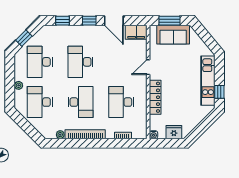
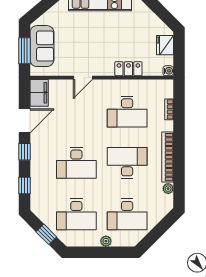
door: (148, 67) -> (83, 78), hinge flipped
locker: (155, 97) -> (128, 69), width x0.66

